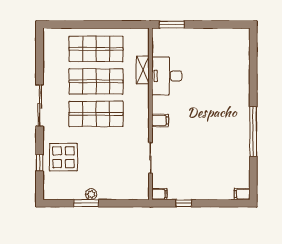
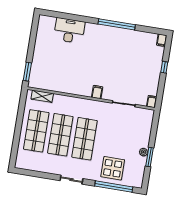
shelving: (143, 70) -> (42, 96), moved
desk: (167, 76) -> (69, 31), moved, turned 180
sliding door: (40, 106) -> (71, 180), width x0.73
window: (40, 163) -> (114, 187), width x3.17
window: (184, 203) -> (164, 67), moved

